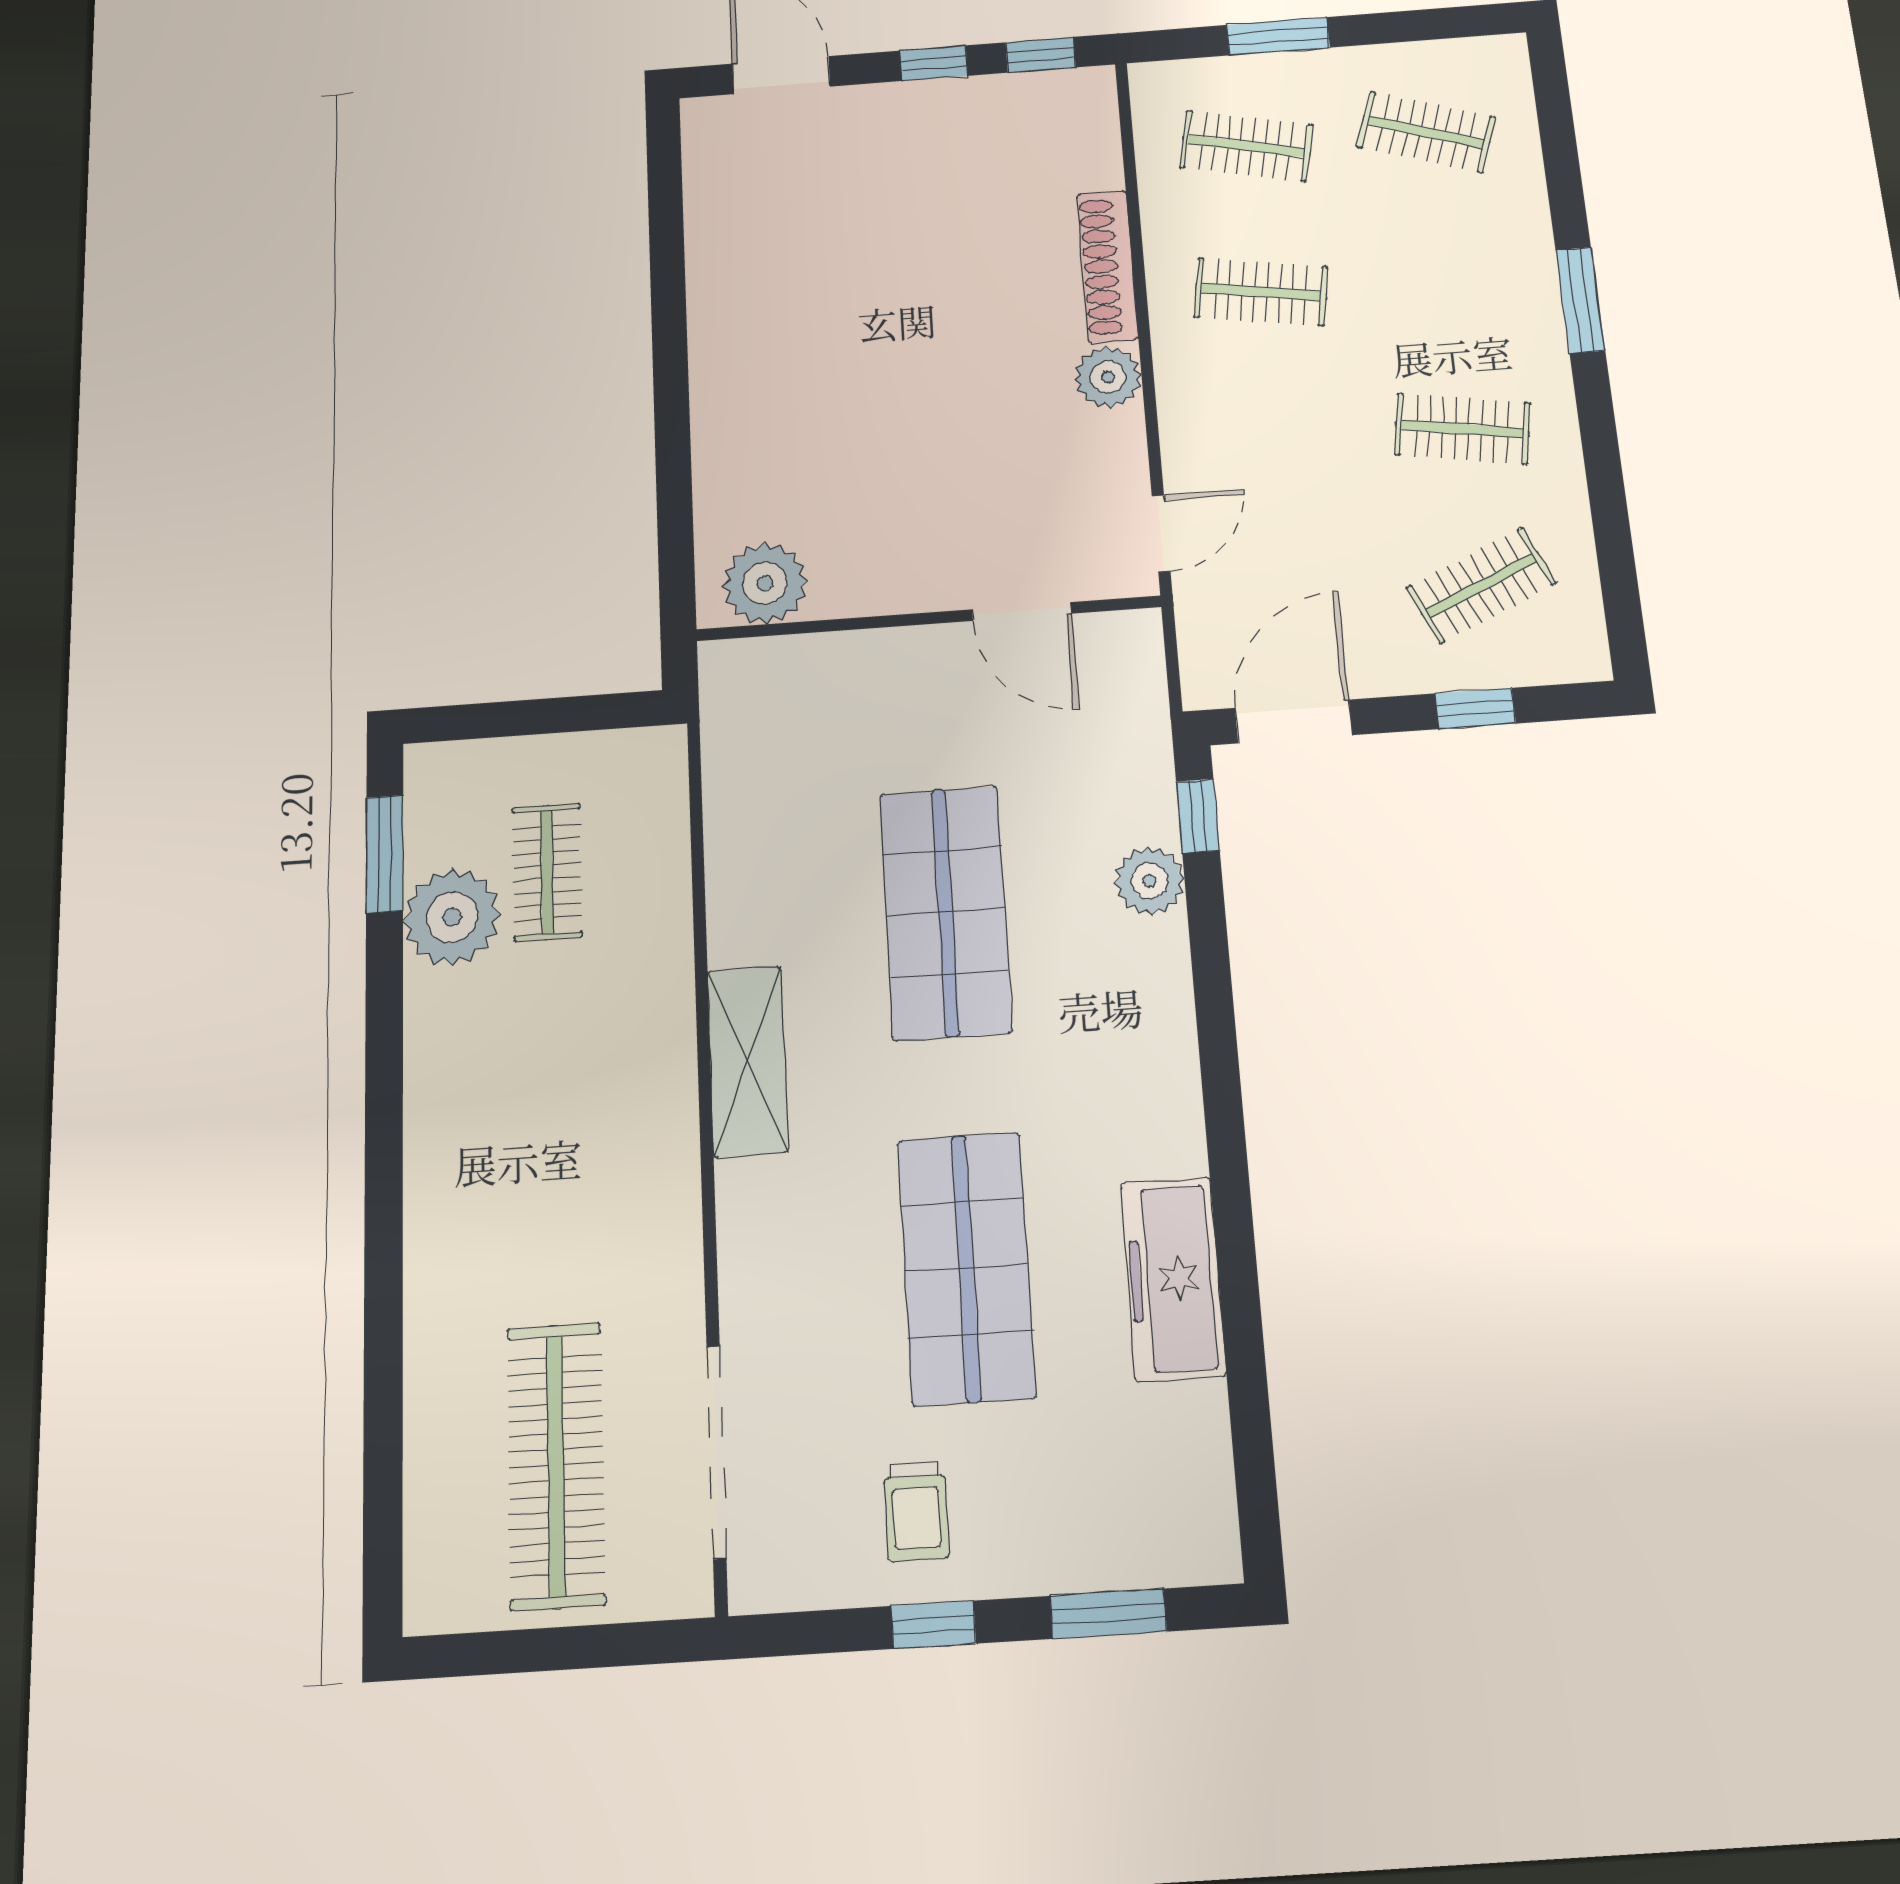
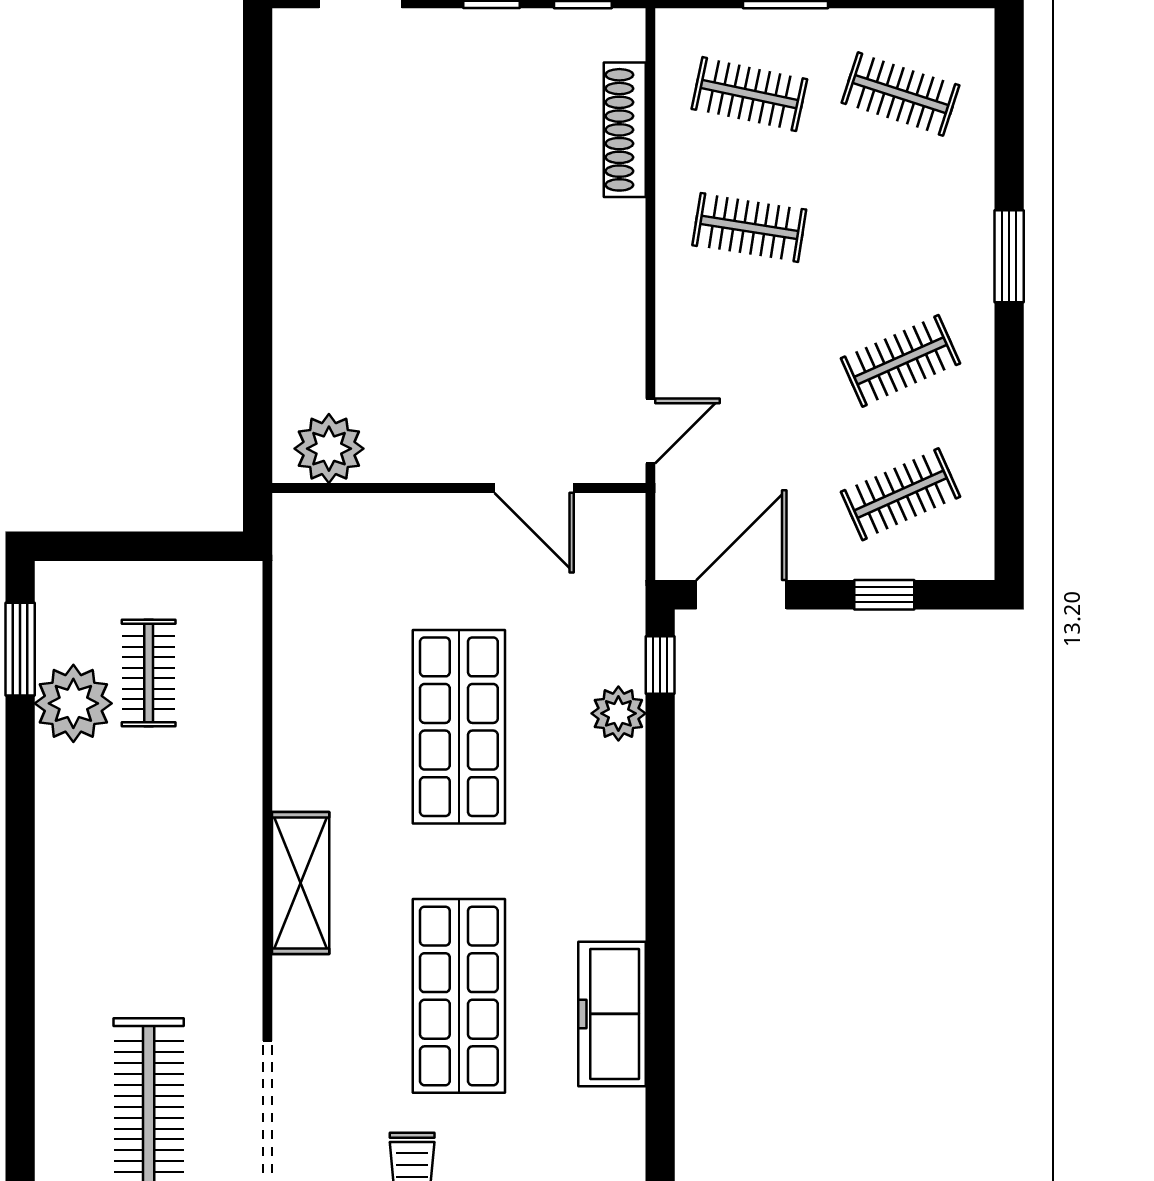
shoe rack: (1107, 266) -> (625, 130), moved
plant: (1108, 377) -> (618, 293), removed
clothes rail: (1462, 429) -> (900, 361), turned -33
shelving: (747, 1061) -> (301, 883), moved

